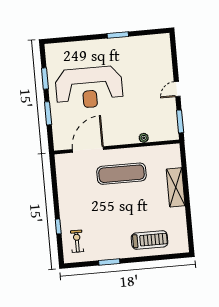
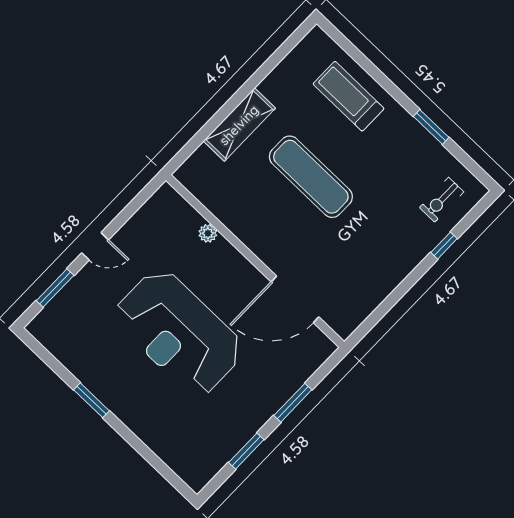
reception desk: (89, 88) -> (179, 333), moved, turned 180
window: (180, 121) -> (55, 288), moved
exercise mat: (122, 174) -> (311, 177), moved

